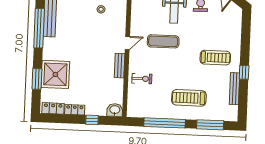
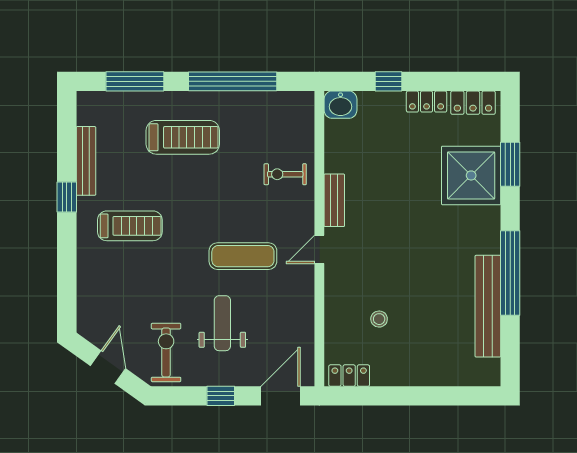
treadmill: (215, 58) -> (130, 226), turned 180

